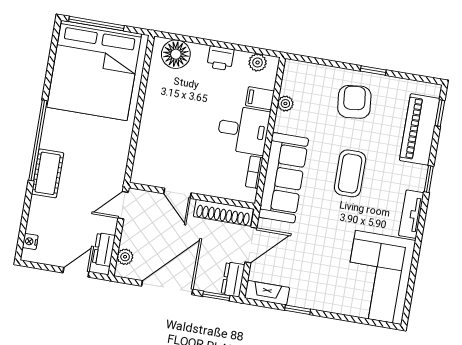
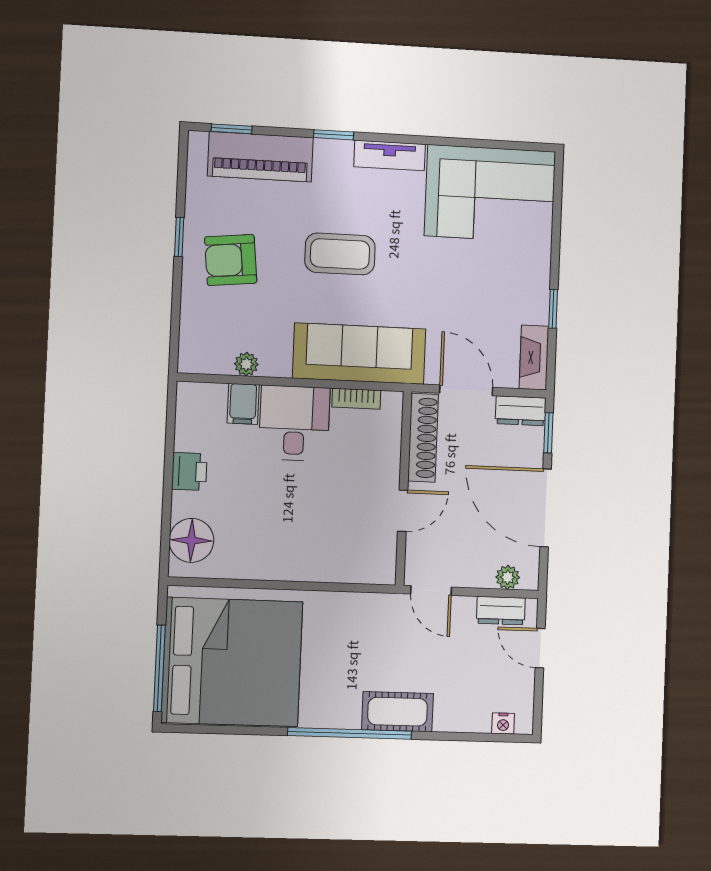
plant: (258, 63) -> (189, 414), removed

